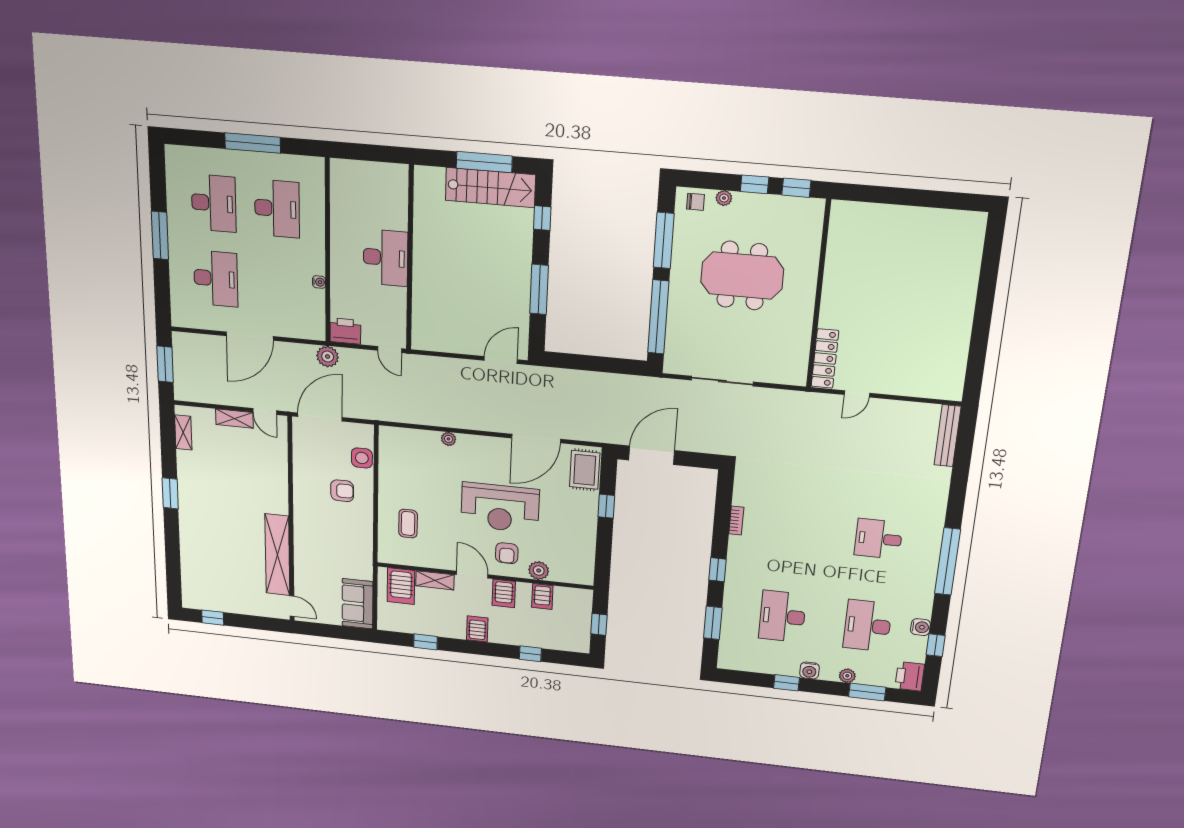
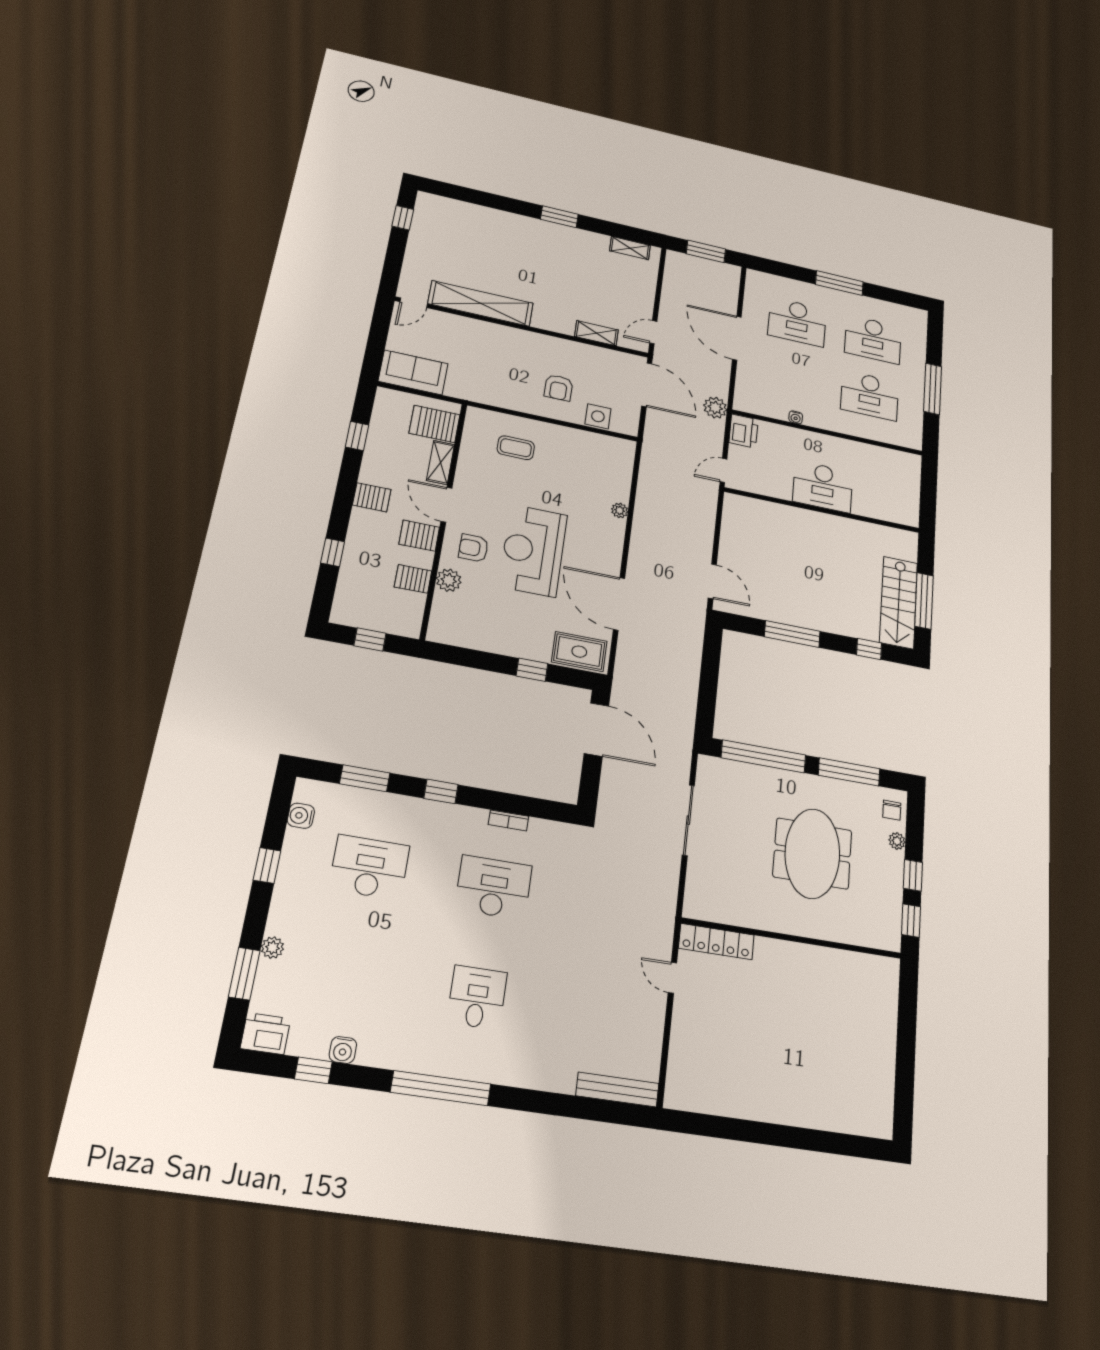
shelving: (234, 419) -> (596, 333), moved, turned 90
door: (472, 575) -> (446, 505), swing flipped
desk: (867, 626) -> (494, 887), moved
water cooler: (809, 670) -> (301, 816), moved

